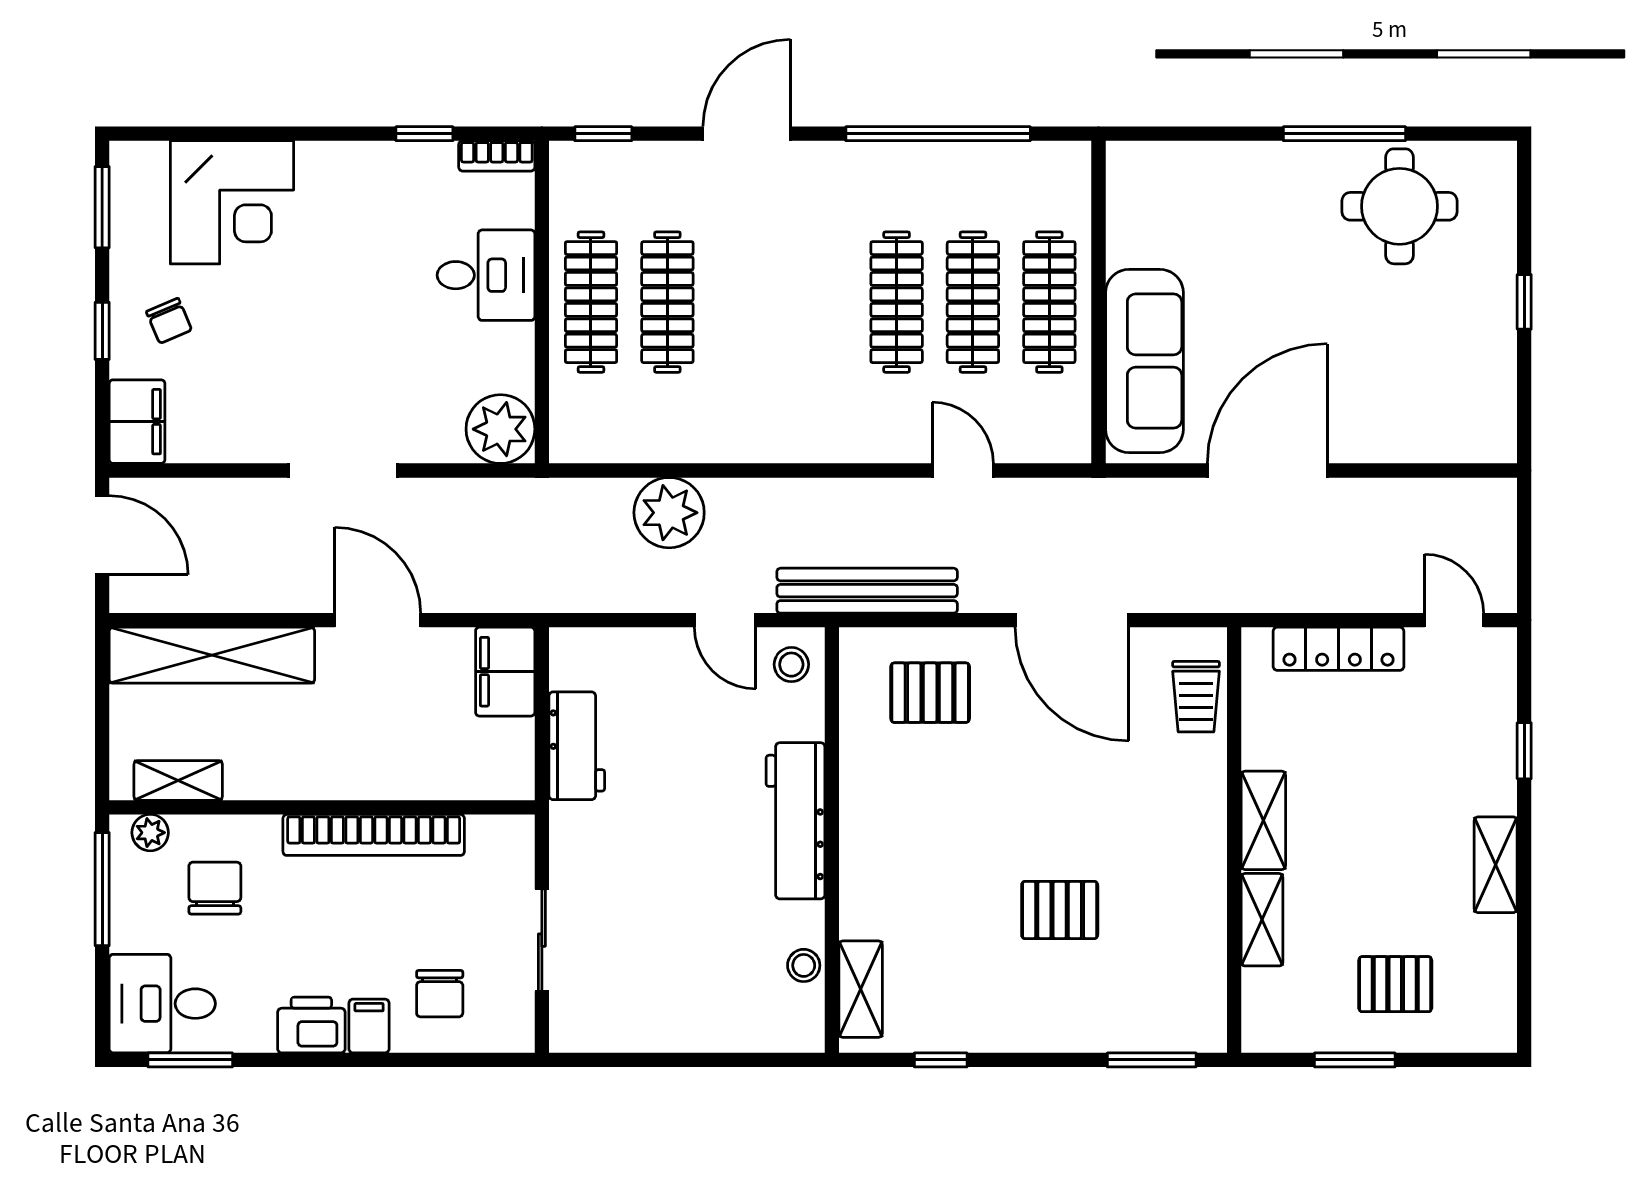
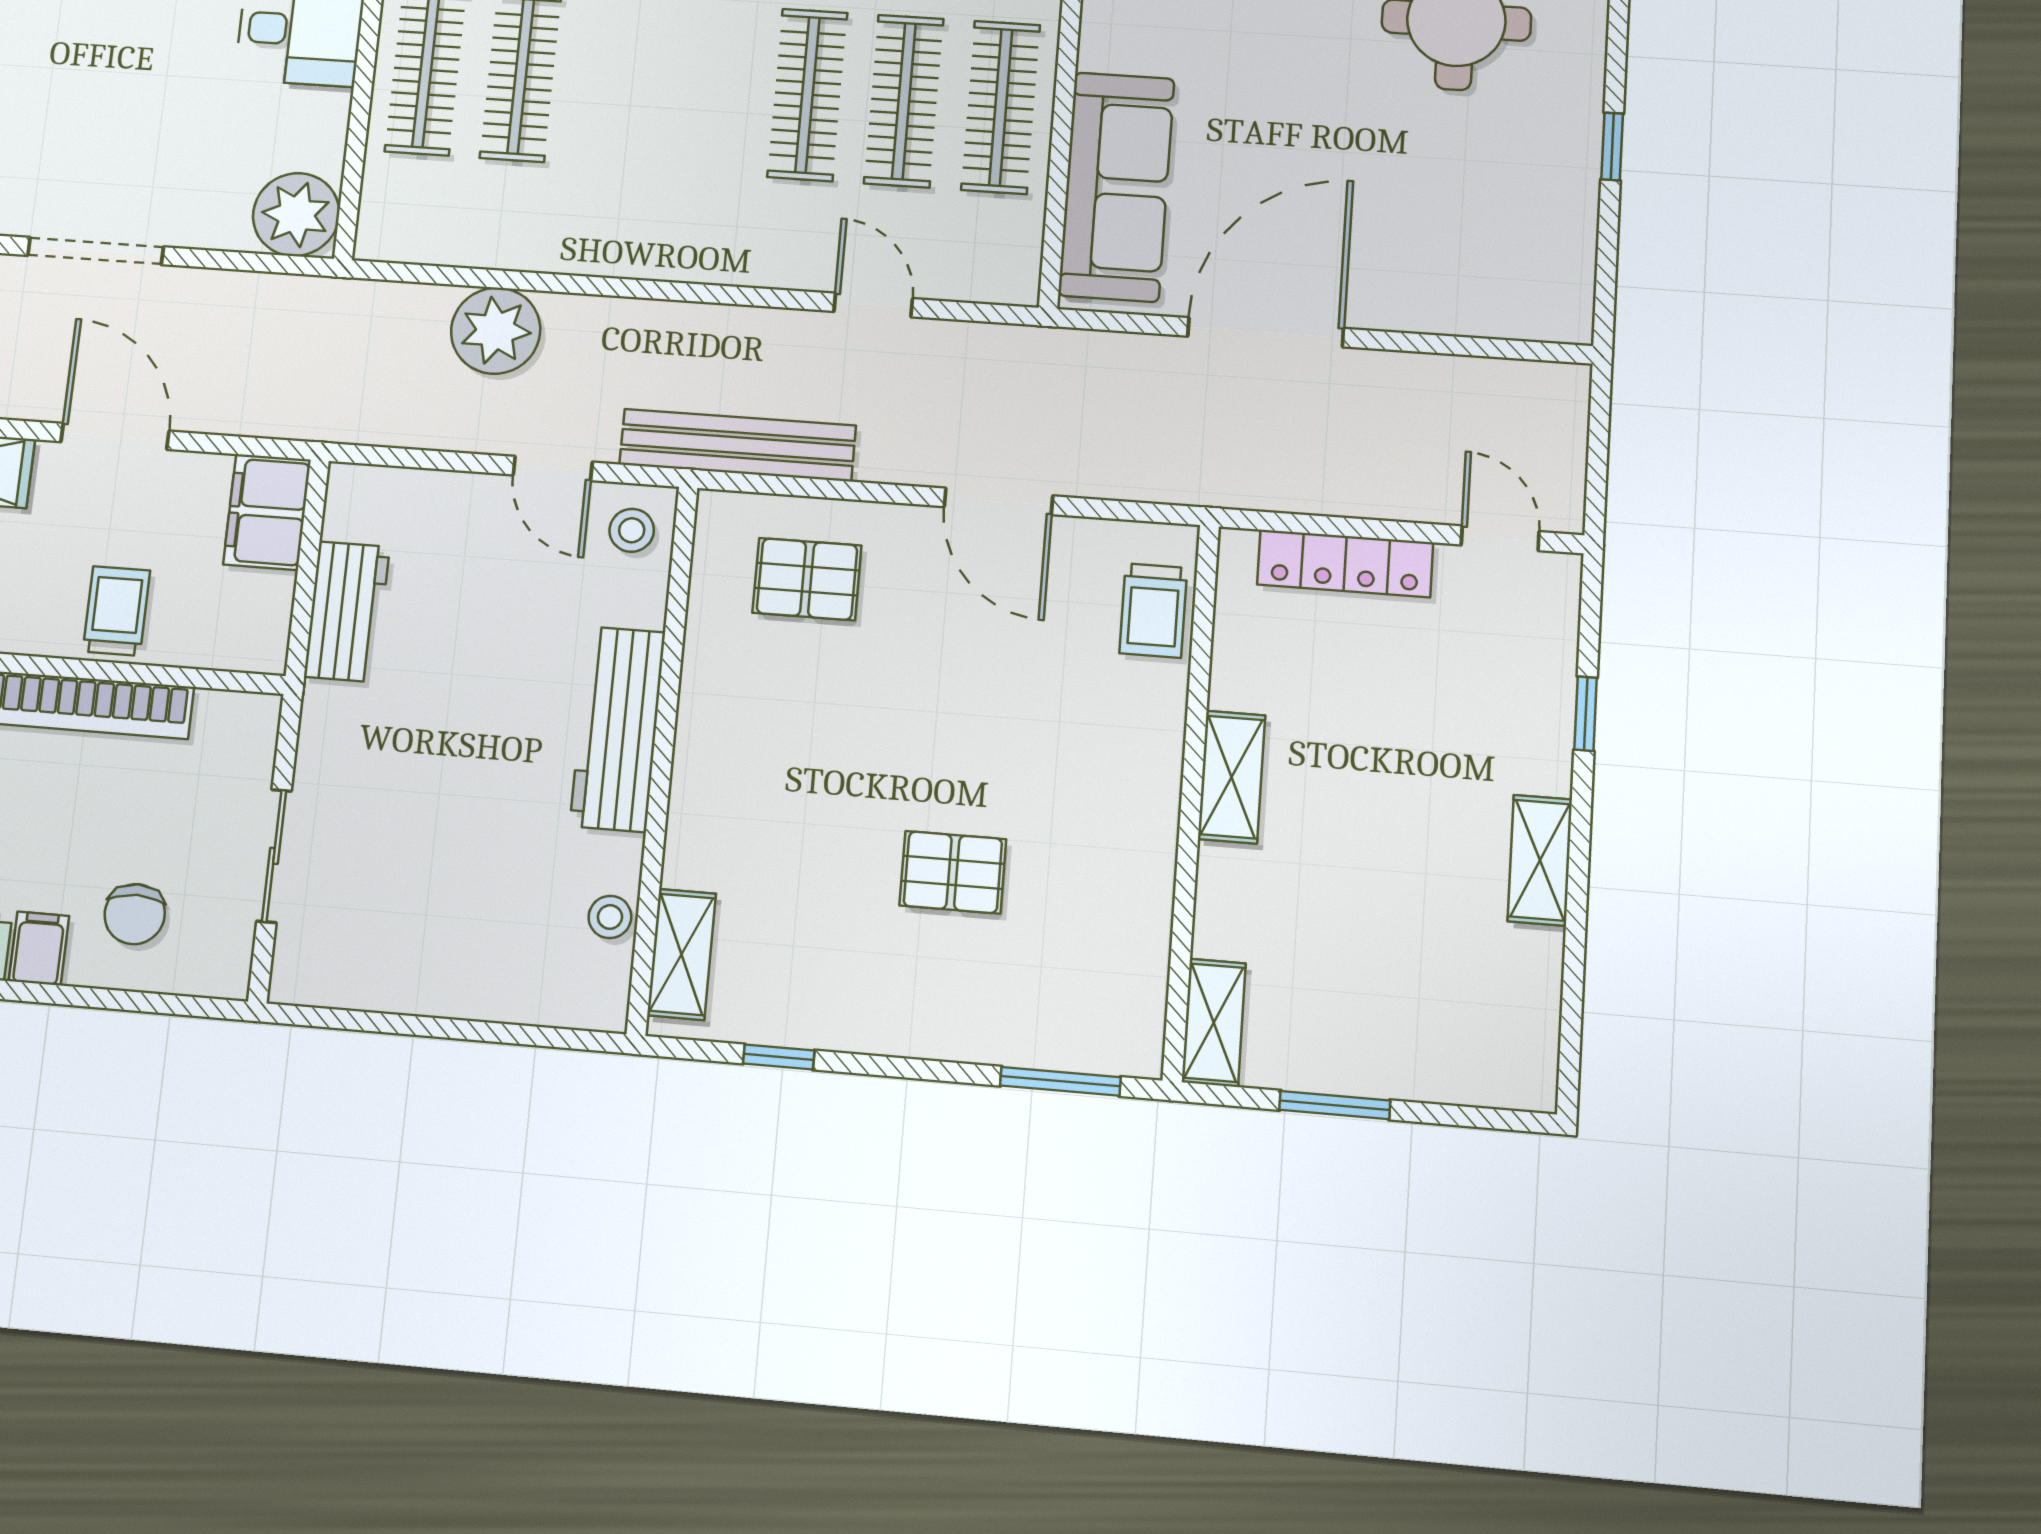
door: (1072, 620) -> (998, 501), width x0.73
trolley: (396, 759) -> (116, 611), added
shelving: (1262, 920) -> (1214, 1023), moved
pallet: (1395, 984) -> (1396, 1008), removed

